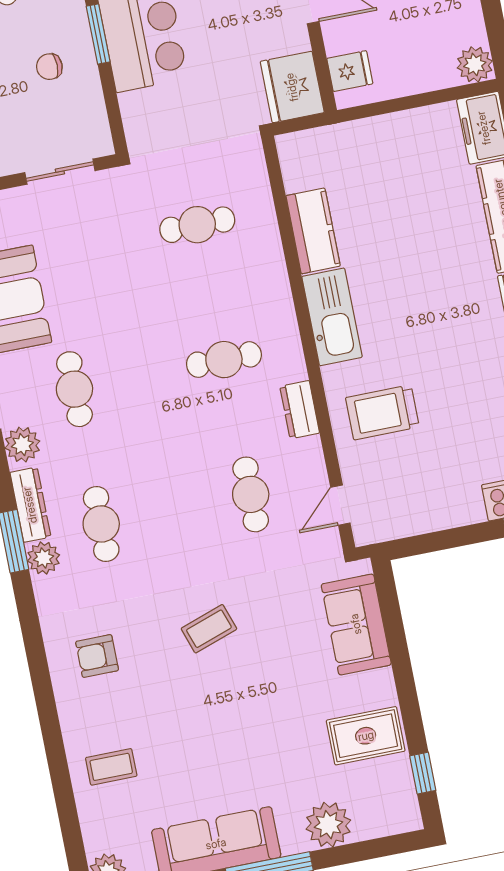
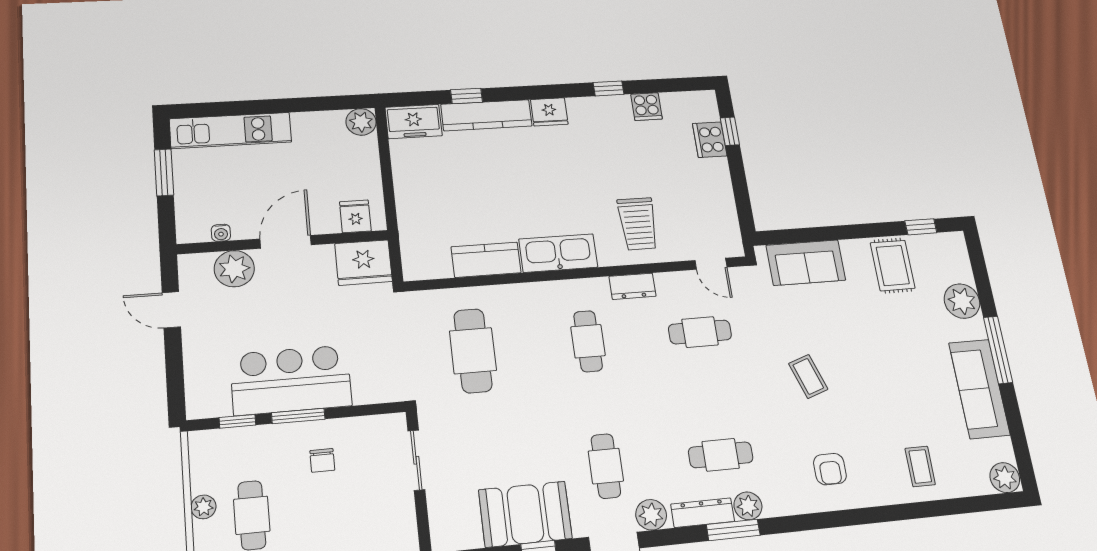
cafe table: (197, 225) -> (473, 351), width x1.37, depth x1.35
cafe table: (74, 389) -> (606, 466), turned 90

